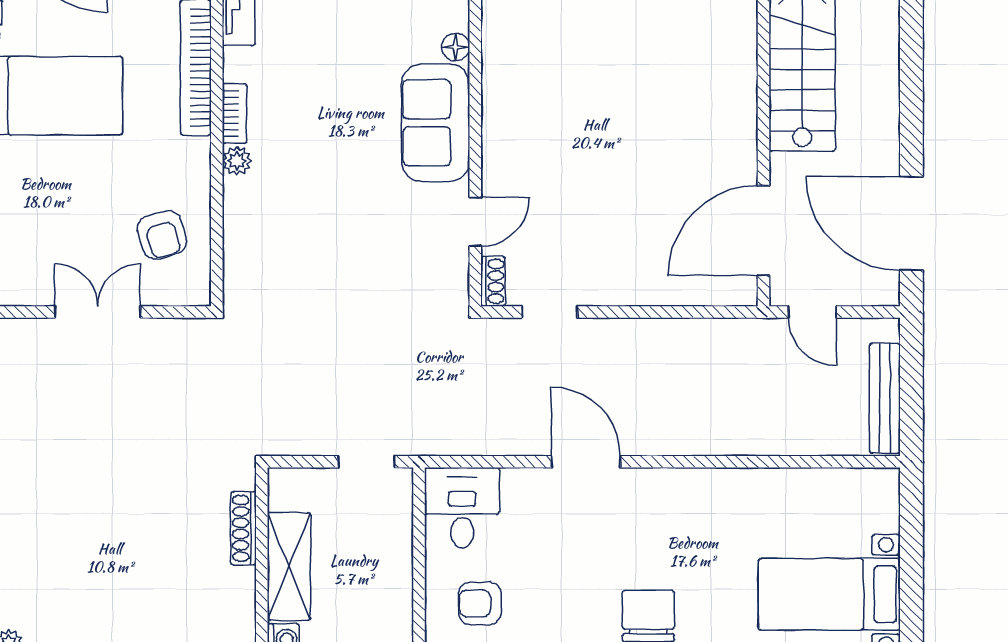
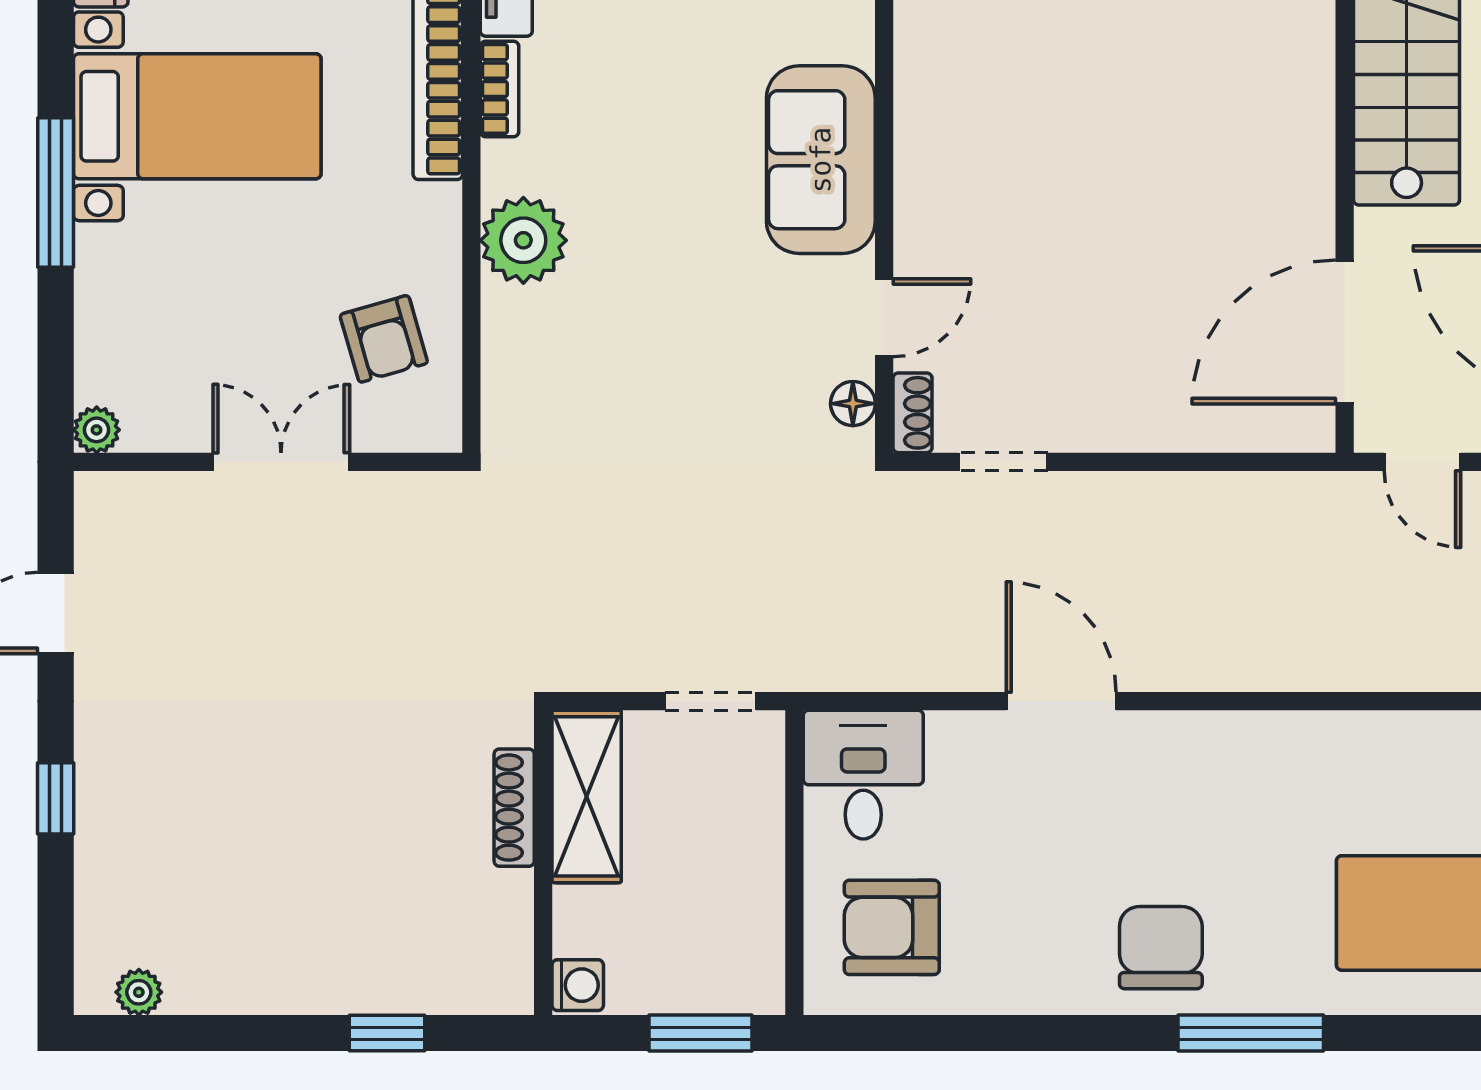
floor lamp: (456, 47) -> (853, 404), moved
bookcase: (234, 113) -> (500, 89), moved
plant: (237, 161) -> (523, 240), width x1.88, depth x1.88
shelving: (289, 566) -> (587, 796), moved
armchair: (480, 603) -> (892, 927), width x1.38, depth x1.38

